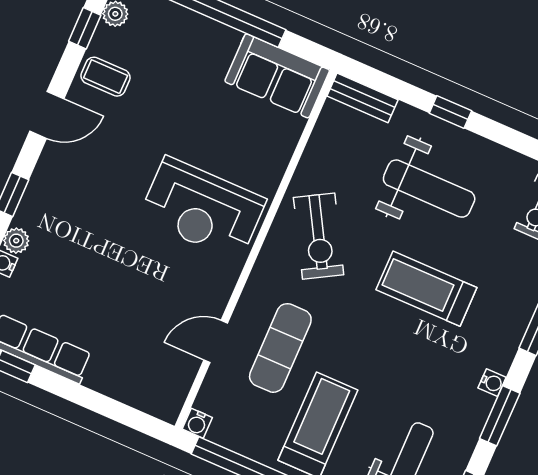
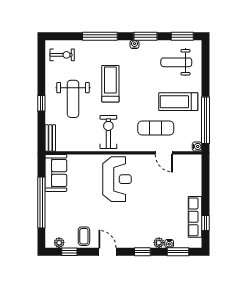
weight bench: (429, 189) -> (73, 99), turned 180
exercise bike: (319, 236) -> (108, 132), turned -60
treadmill: (426, 289) -> (110, 84), turned 180

